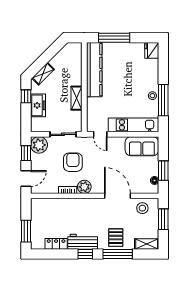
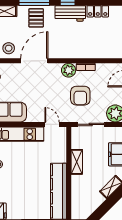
door: (117, 196) -> (34, 61), swing flipped

